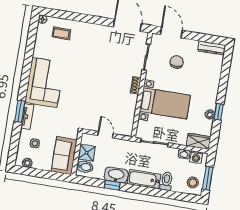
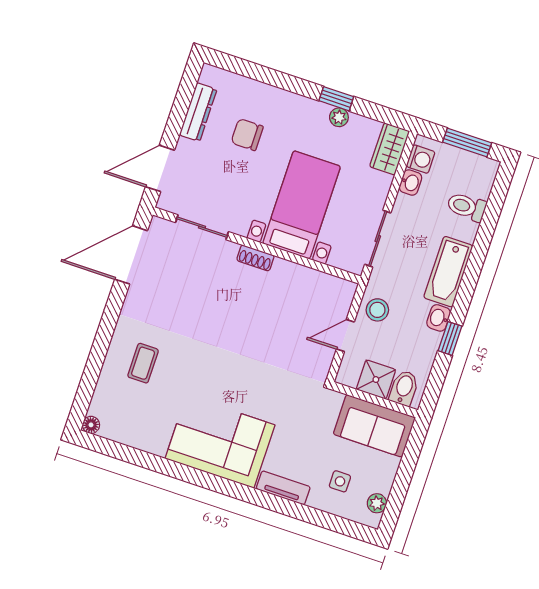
coffee table: (61, 33) -> (143, 363), moved
dresser: (212, 48) -> (198, 112), moved
chair: (177, 62) -> (247, 135), moved
window: (20, 111) -> (270, 501), removed
washbasin: (116, 175) -> (439, 318), width x0.52, depth x0.69
toilet: (166, 181) -> (467, 207), moved
stool: (193, 182) -> (377, 310), moved

